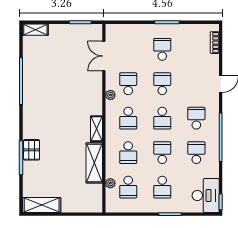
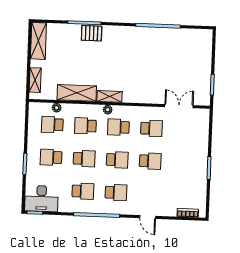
shelving: (35, 30) -> (35, 80), moved
school desk: (162, 49) -> (183, 162), removed
plant: (110, 95) -> (108, 110), moved
school desk: (162, 118) -> (117, 160), turned 180

